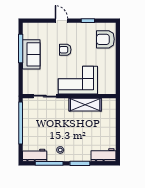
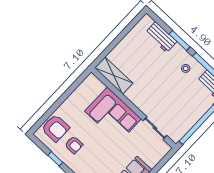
armchair: (65, 50) -> (74, 145), moved
shelving: (85, 105) -> (114, 76), moved
workbench: (104, 155) -> (161, 37), moved

